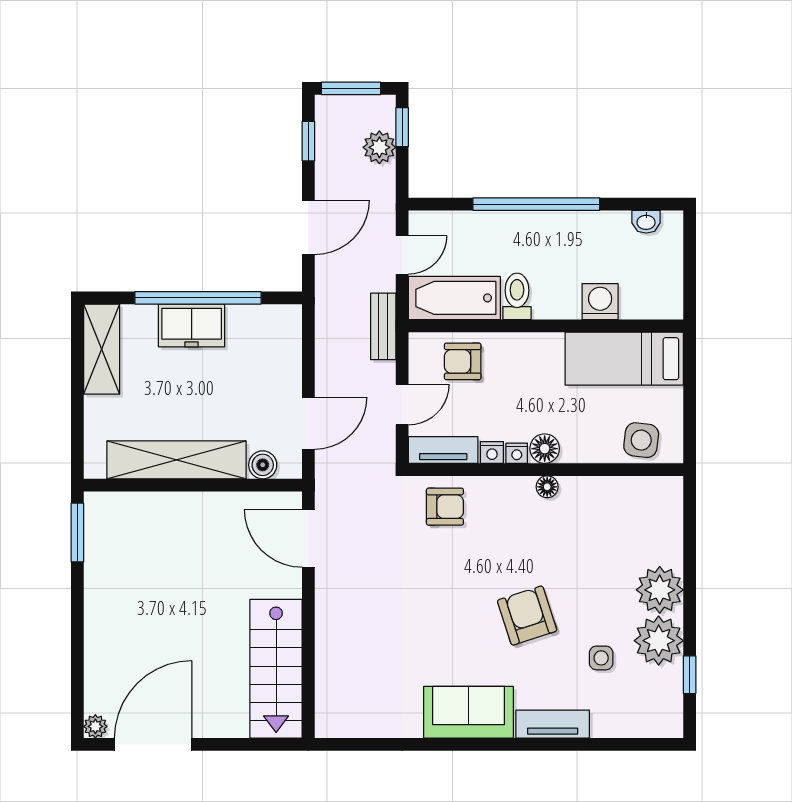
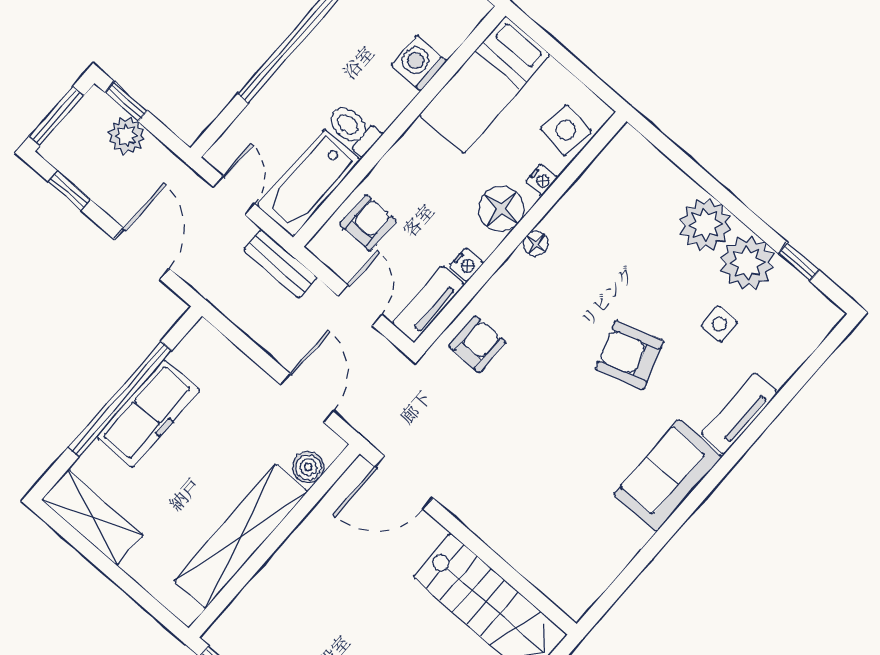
freezer: (192, 325) -> (148, 413), width x1.40
armchair: (463, 361) -> (368, 223), turned 180
floor lamp: (545, 449) -> (501, 209), width x1.38, depth x1.38
nightstand: (517, 453) -> (542, 180), moved

